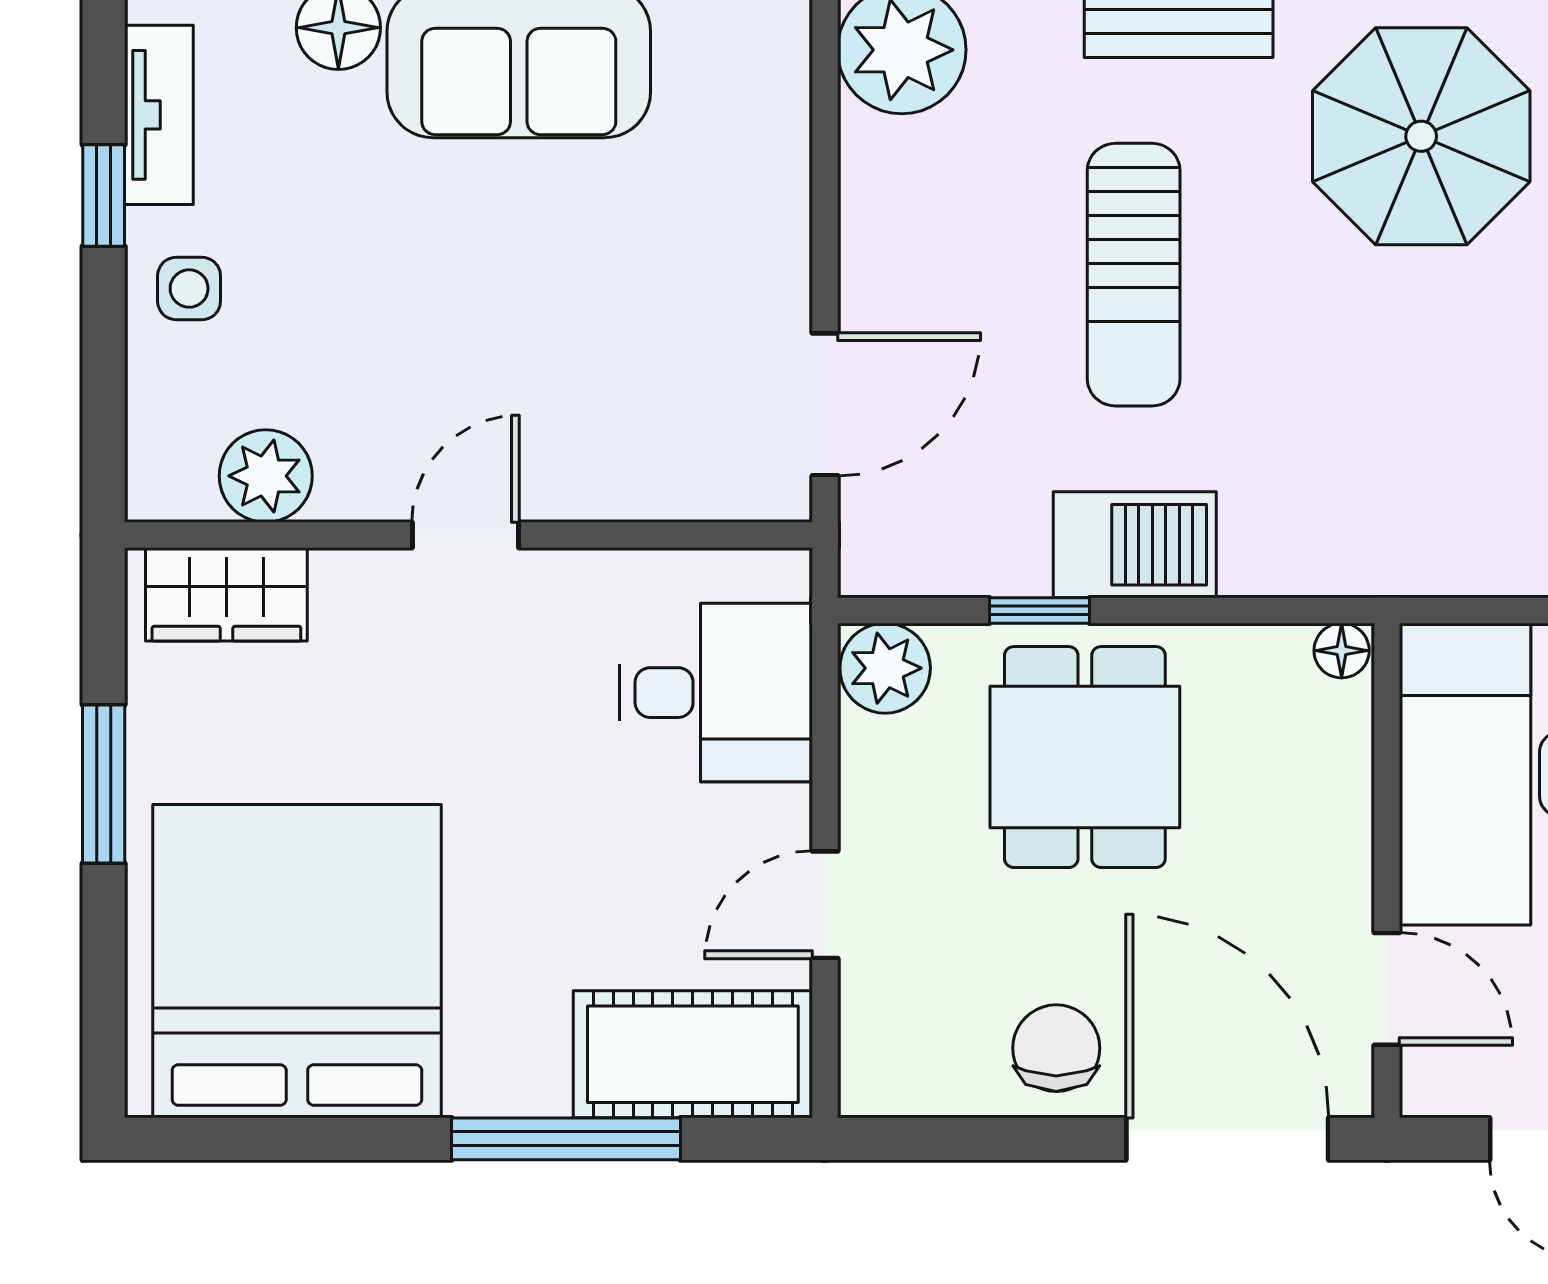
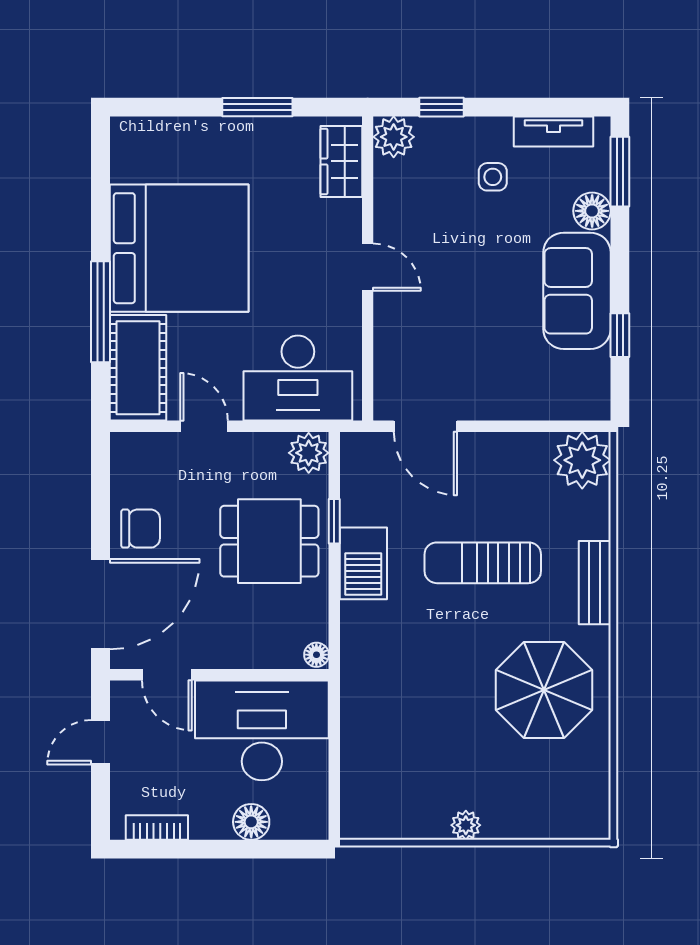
window: (104, 196) -> (442, 107), moved
side table: (189, 288) -> (493, 177), moved
plant: (266, 476) -> (394, 137), moved
desk: (716, 693) -> (298, 378), width x1.37
bed: (297, 961) -> (179, 248), moved
door: (1387, 989) -> (167, 675), hinge flipped

